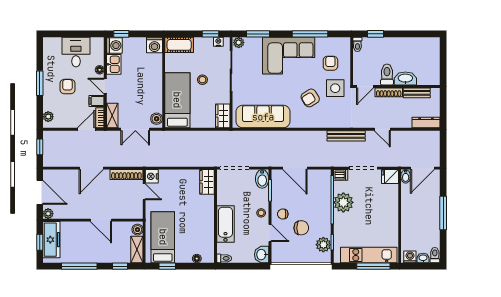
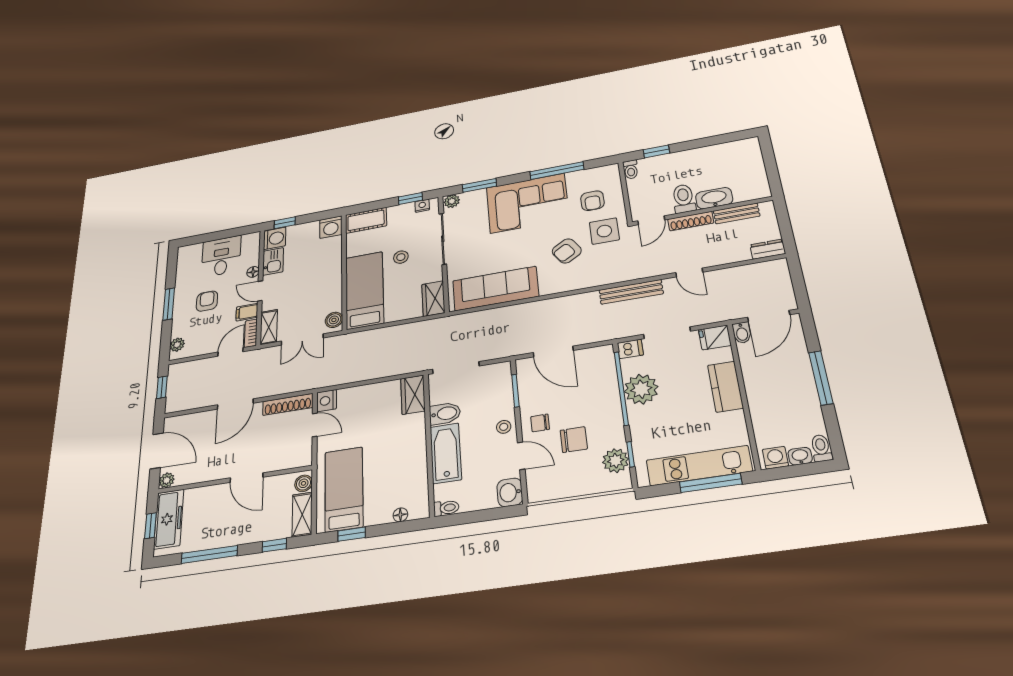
armchair: (330, 63) -> (592, 201), turned 180
dresser: (426, 123) -> (768, 249), width x0.70
bidet: (262, 179) -> (445, 414), moved, turned -90
kitchen counter: (391, 209) -> (725, 387), added

